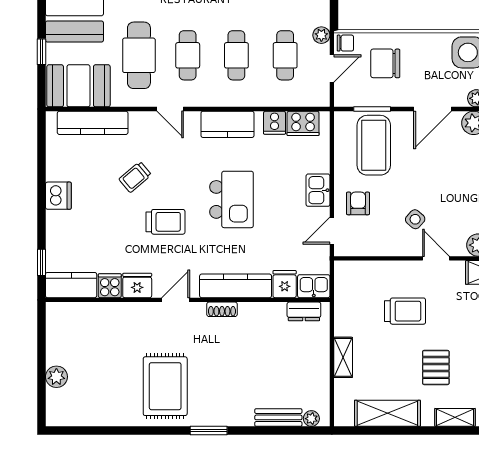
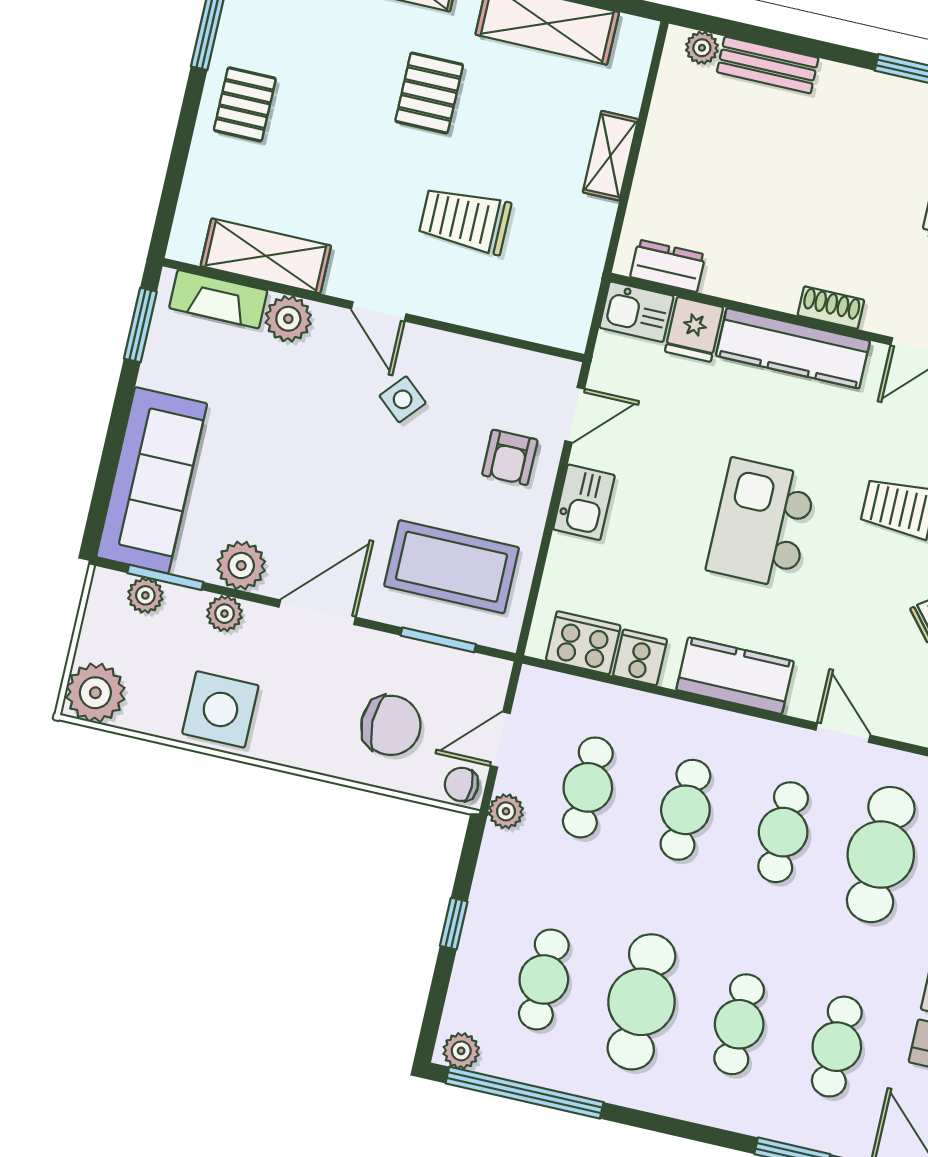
coffee table: (374, 145) -> (452, 567), turned 90

